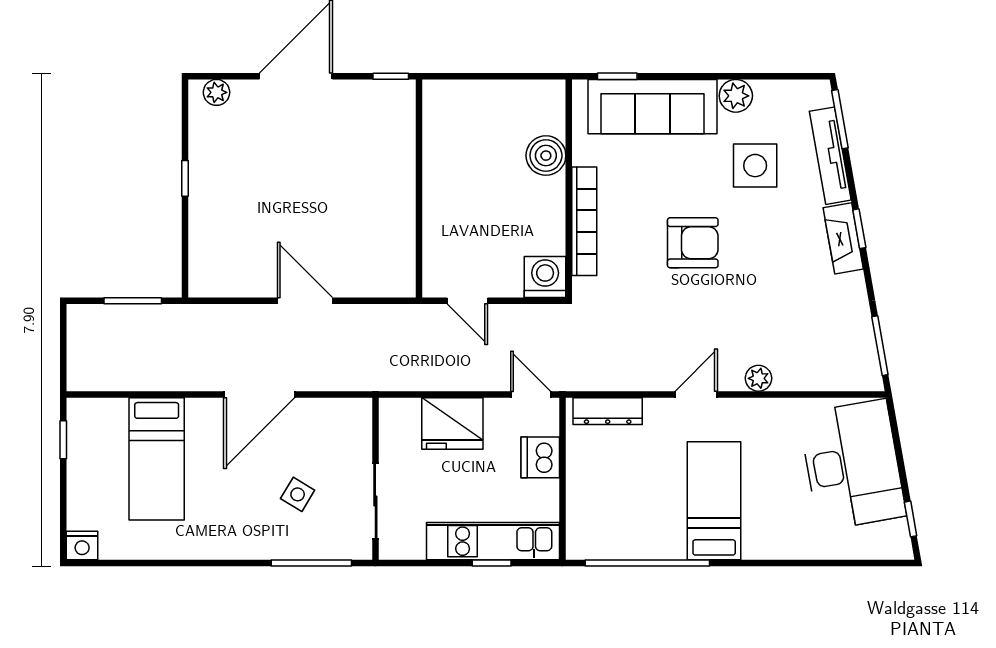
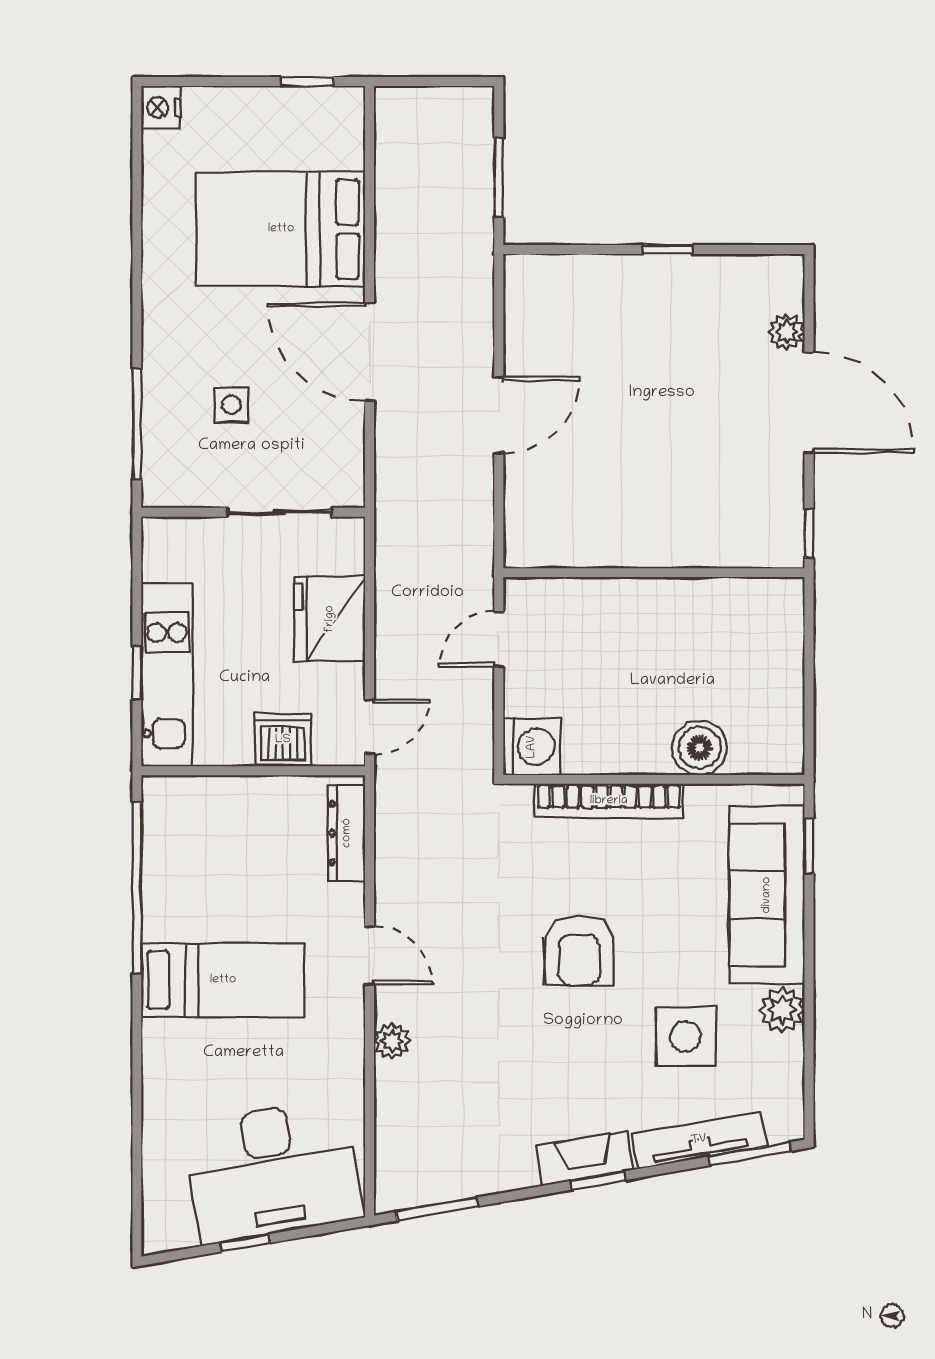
plant: (217, 92) -> (787, 332), moved
bed: (157, 459) -> (281, 229), width x1.50
side table: (298, 494) -> (232, 405), turned -31
sliding door: (375, 501) -> (279, 512), moved
window: (911, 519) -> (245, 1243), moved

